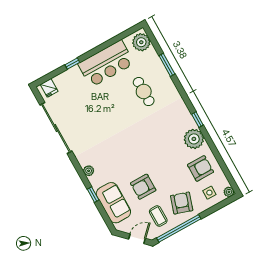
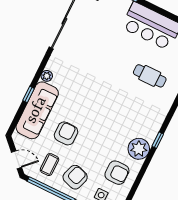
cafe table: (144, 92) -> (150, 76), turned 90
armchair: (143, 187) -> (66, 133), turned 90
sofa: (113, 203) -> (37, 110), width x1.36

